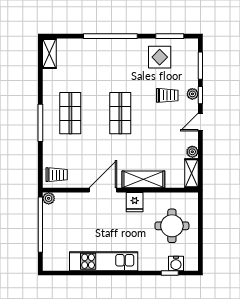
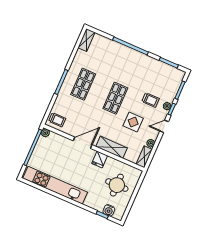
display table: (160, 57) -> (133, 122), moved
kitchen unit: (104, 261) -> (55, 185), width x1.36

